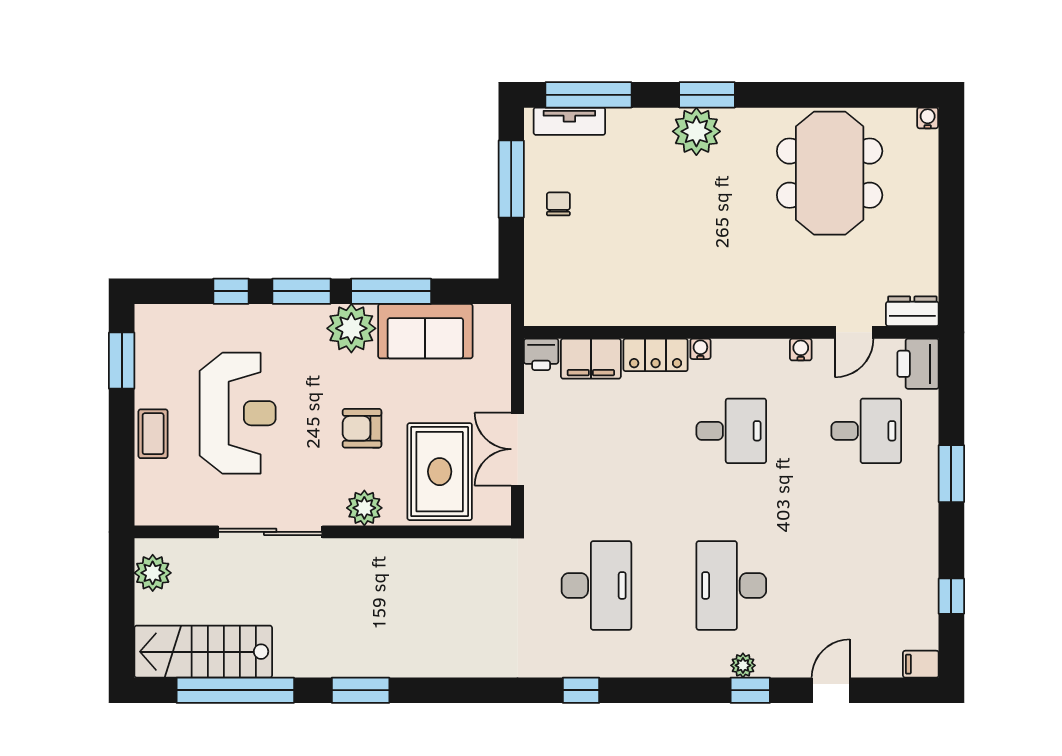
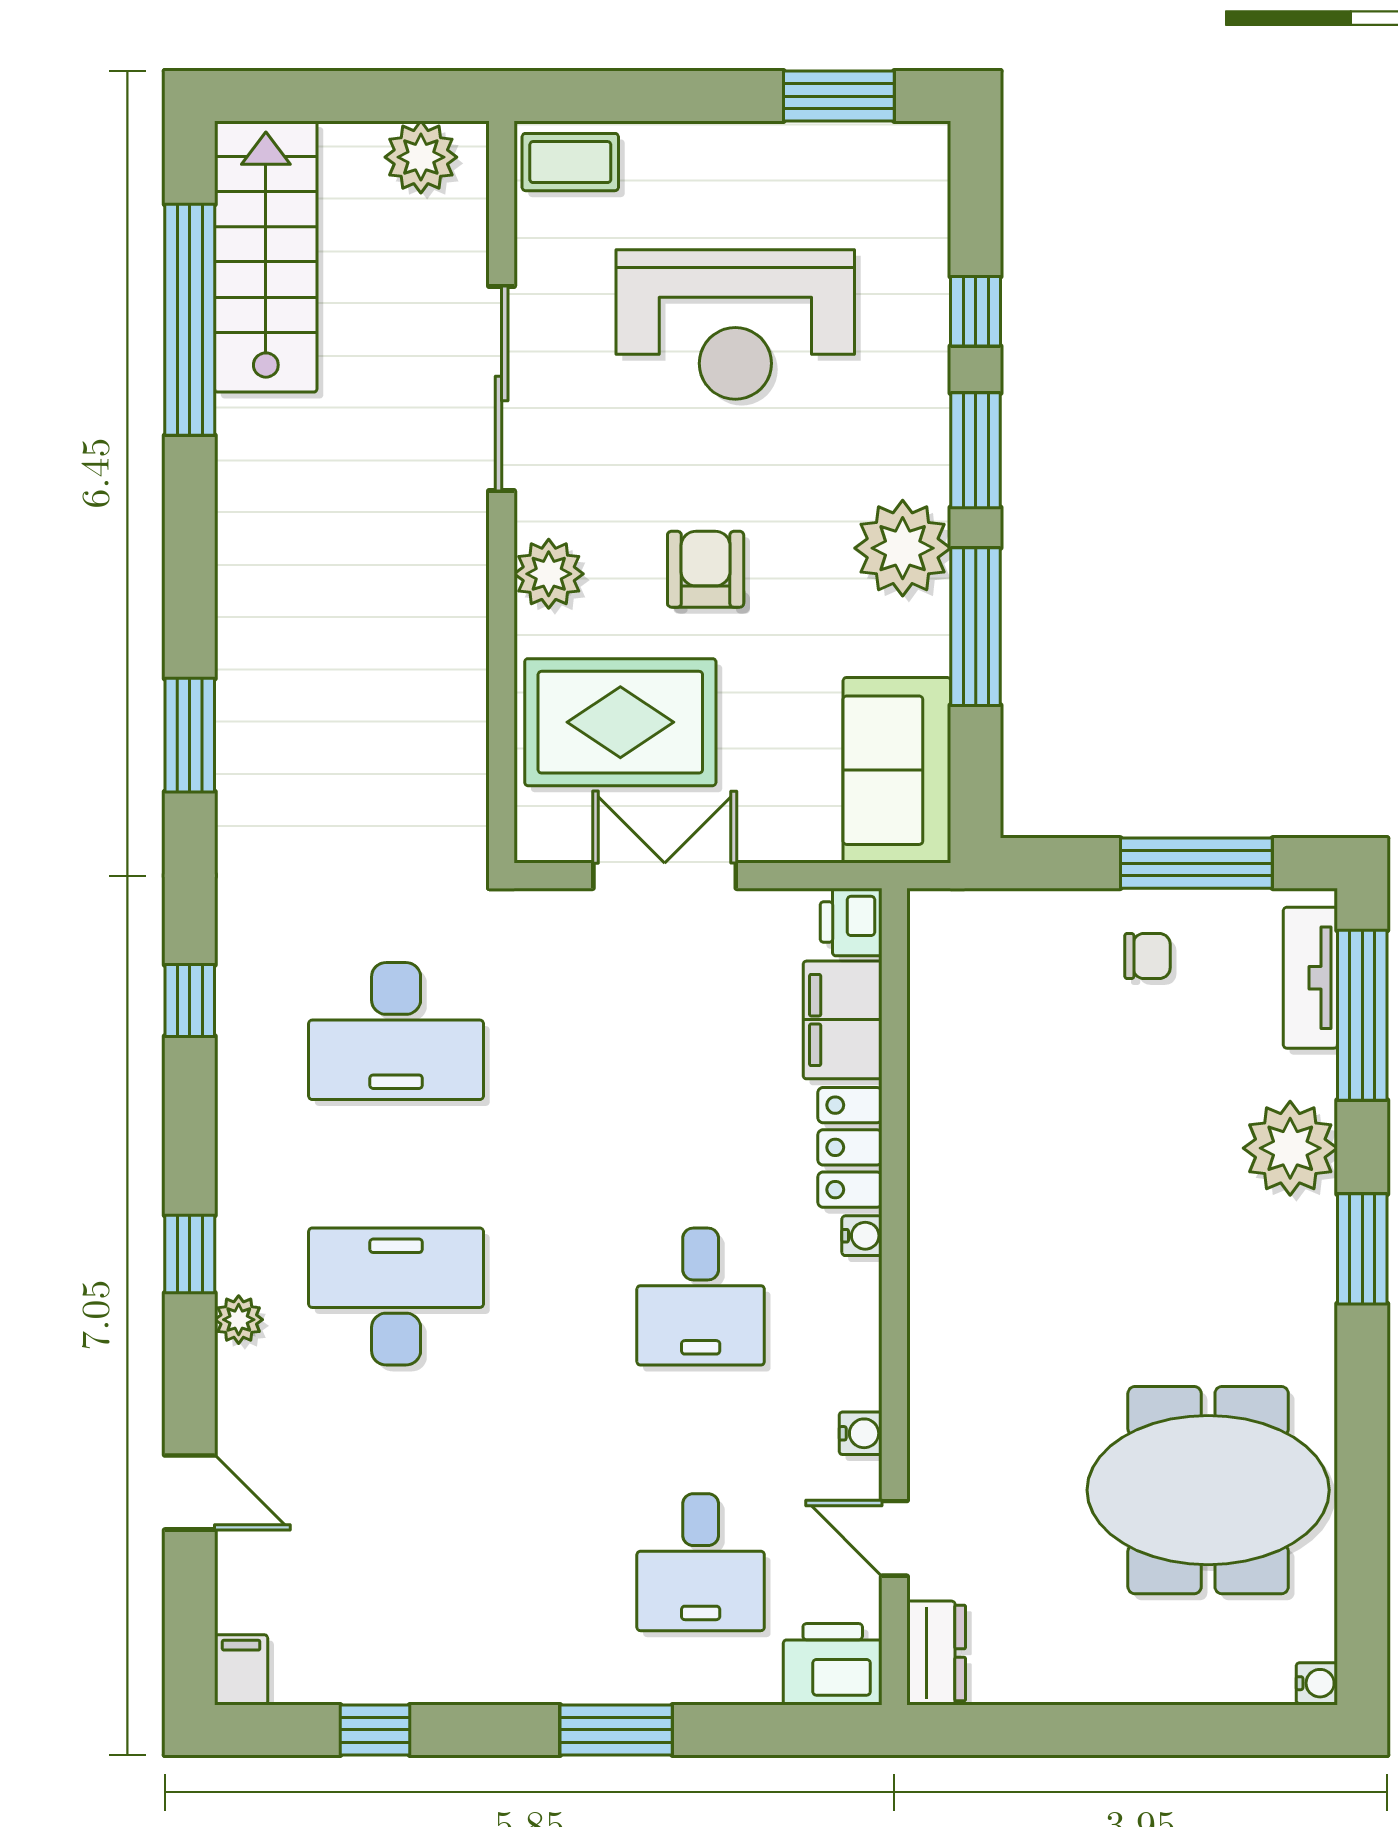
plant: (696, 131) -> (1290, 1148), moved
sofa: (425, 331) -> (897, 770), moved
coffee table: (153, 434) -> (570, 162), moved
window: (361, 690) -> (190, 735), moved
window: (750, 690) -> (190, 1254), moved

